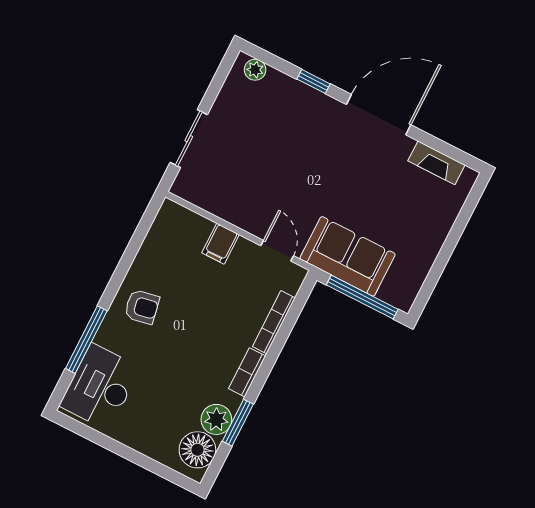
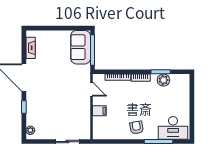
door: (277, 251) -> (91, 89), swing flipped
sofa: (348, 256) -> (81, 47), moved
floor lamp: (197, 450) -> (178, 81), removed

